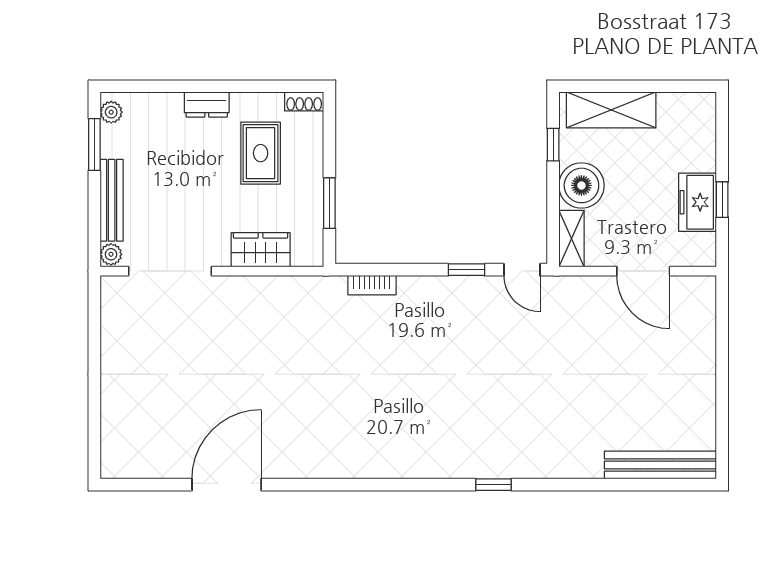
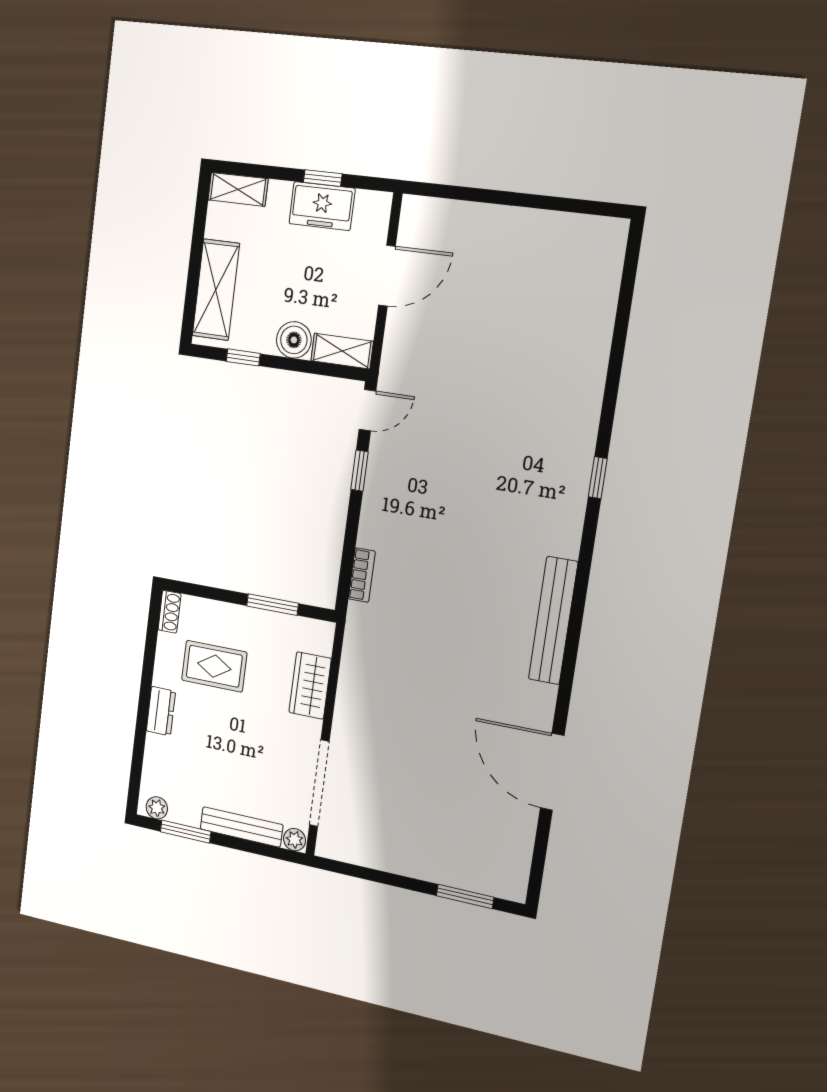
shelving: (704, 120) -> (238, 189), added
boiler: (581, 185) -> (294, 340), width x0.73, depth x0.73
window: (94, 423) -> (465, 896), added
bench: (660, 465) -> (553, 621), moved

